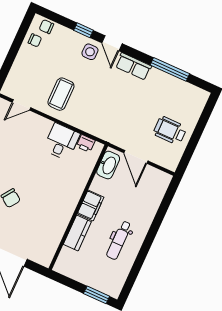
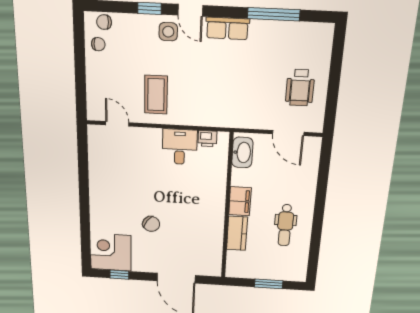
door: (21, 105) -> (117, 124), swing flipped
wheelchair: (170, 131) -> (300, 88), turned -90
door: (136, 157) -> (288, 133), moved
window: (97, 295) -> (269, 284), moved

